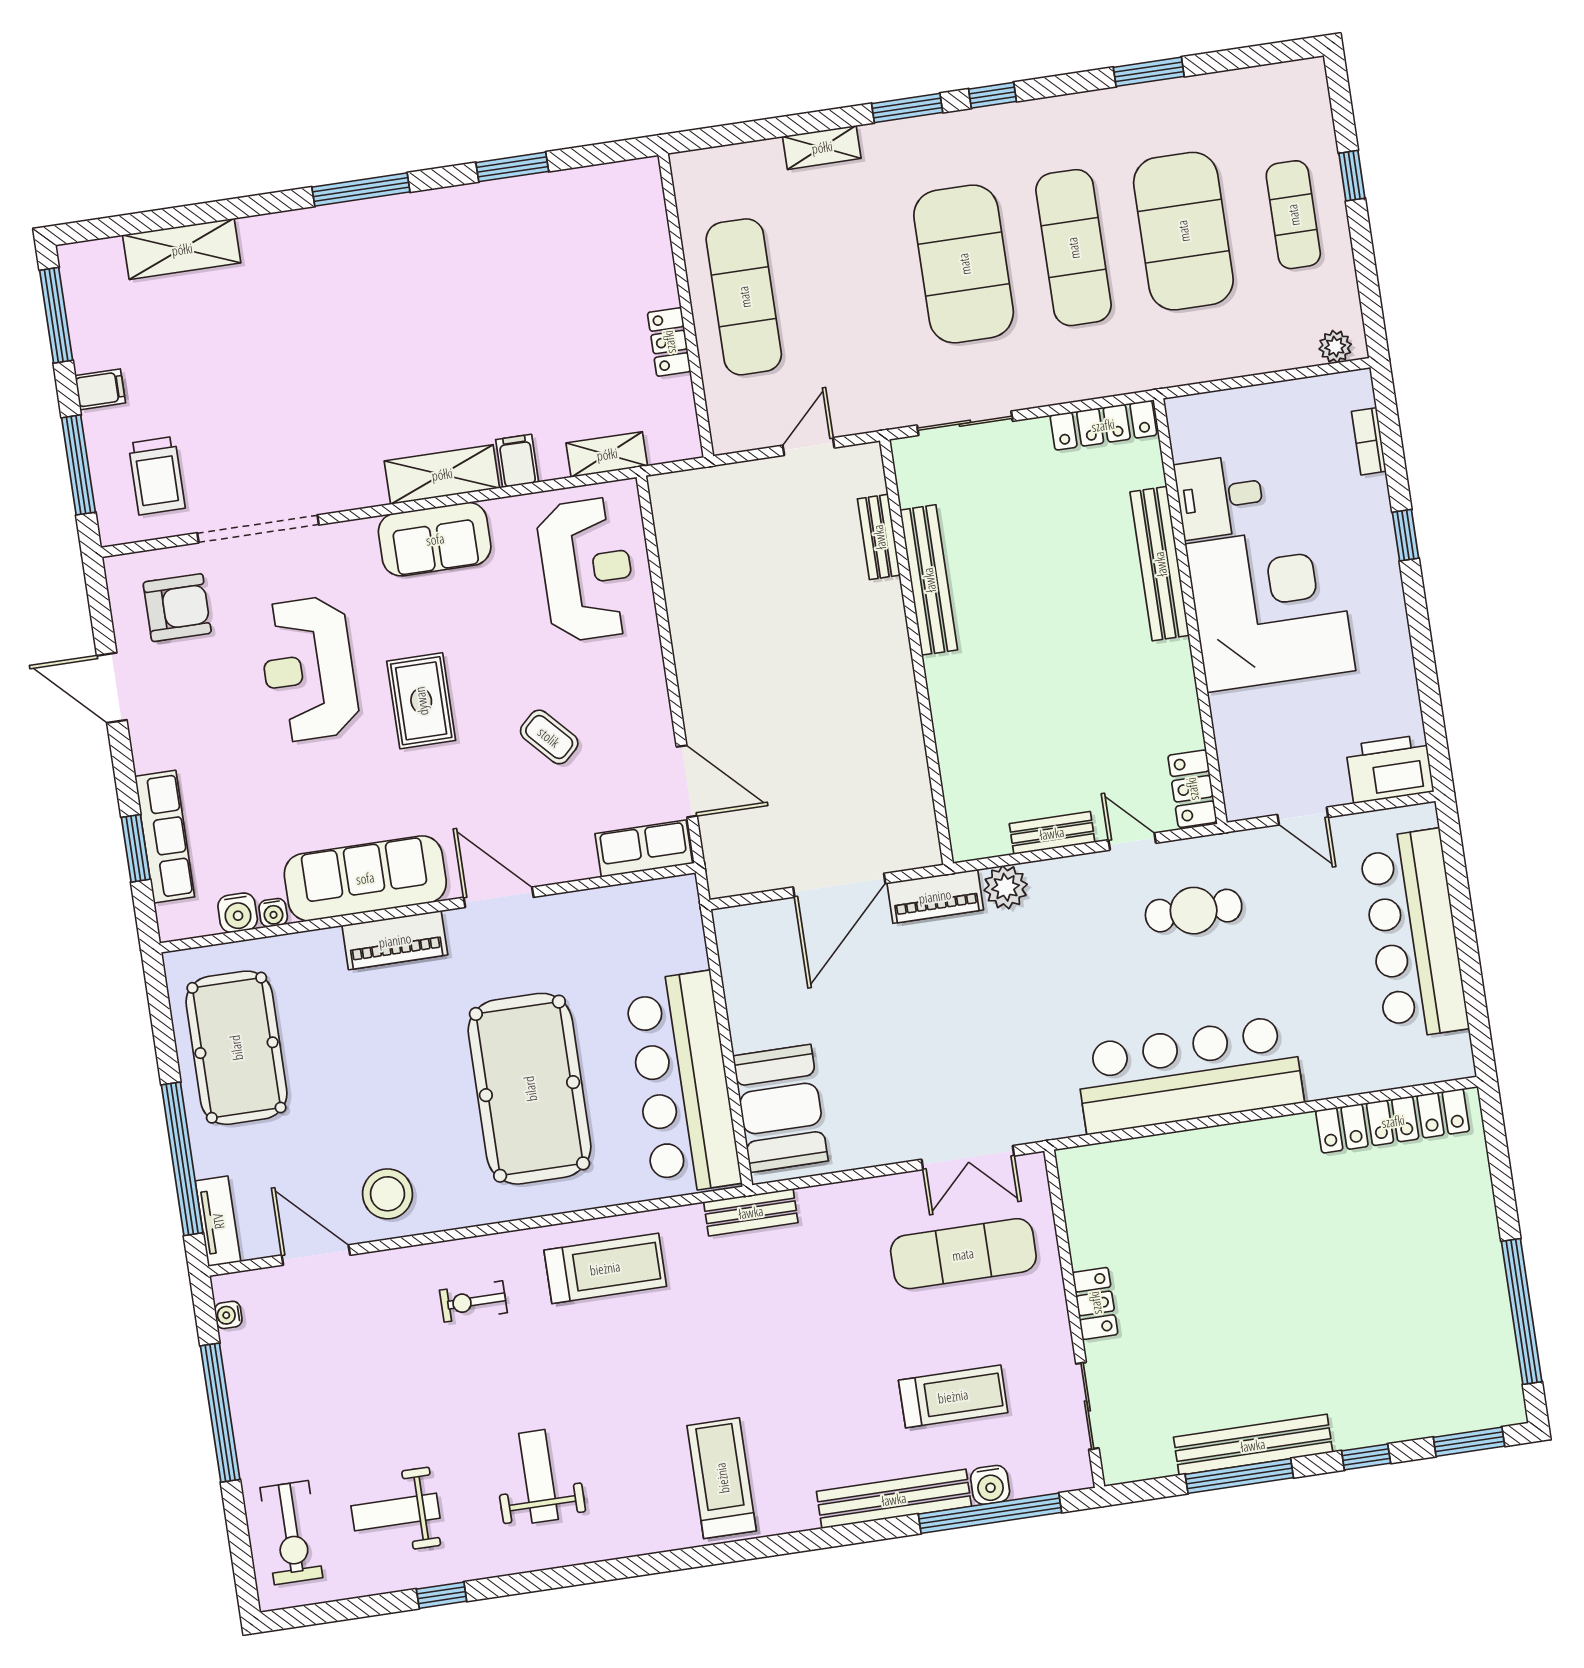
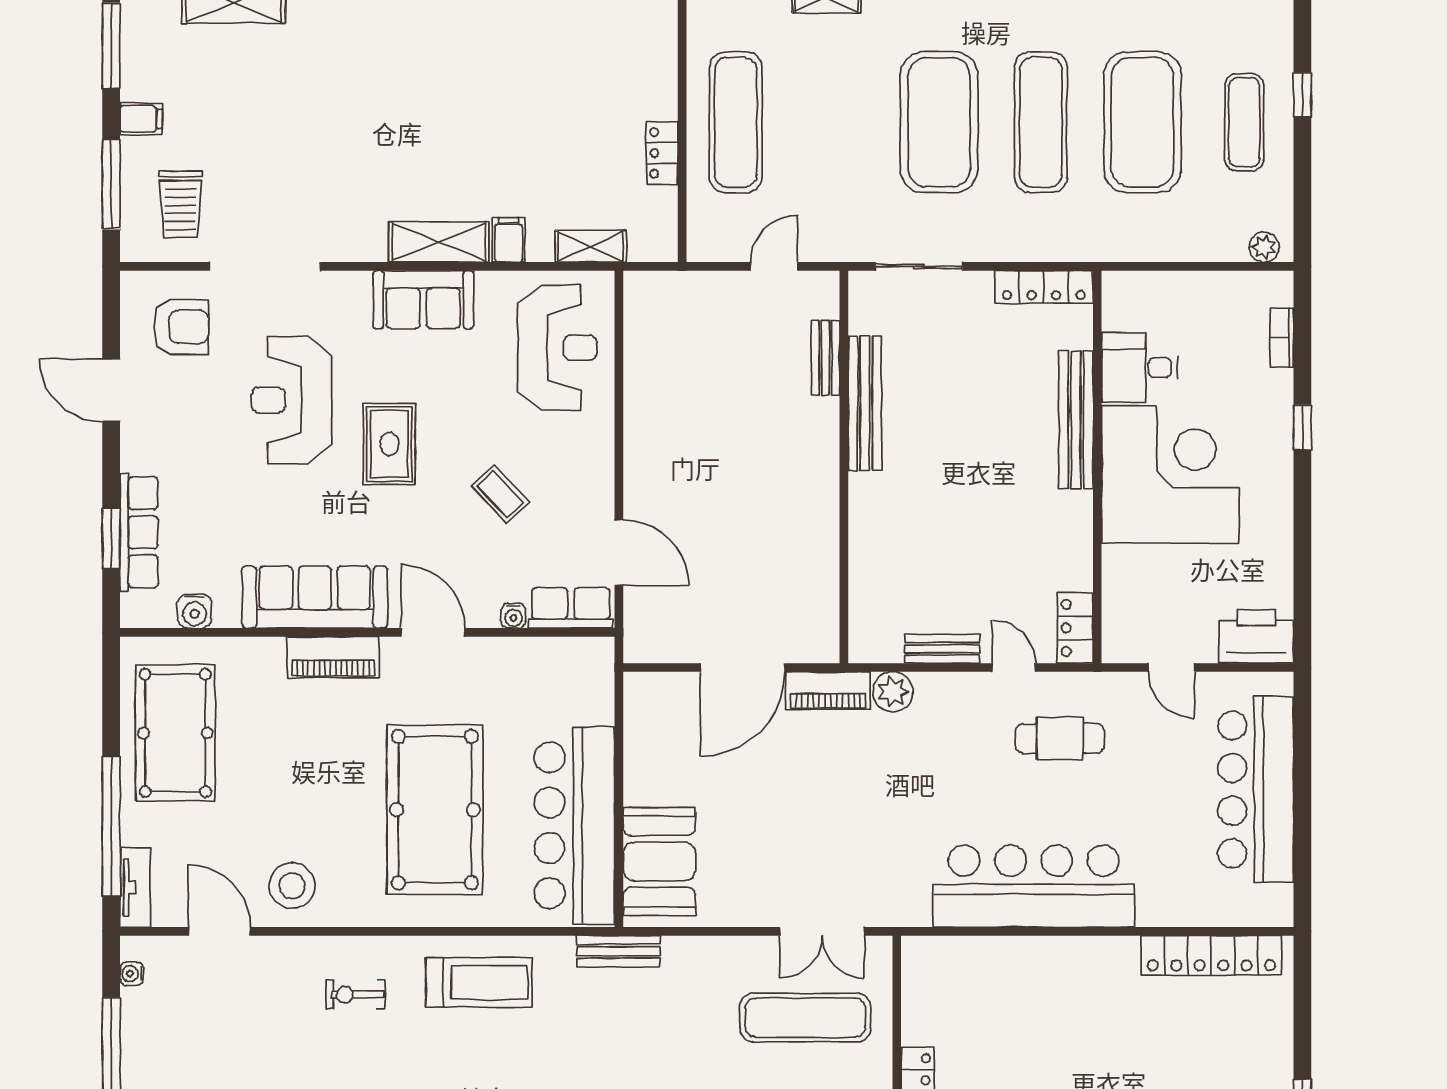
water cooler: (273, 913) -> (513, 616), moved

